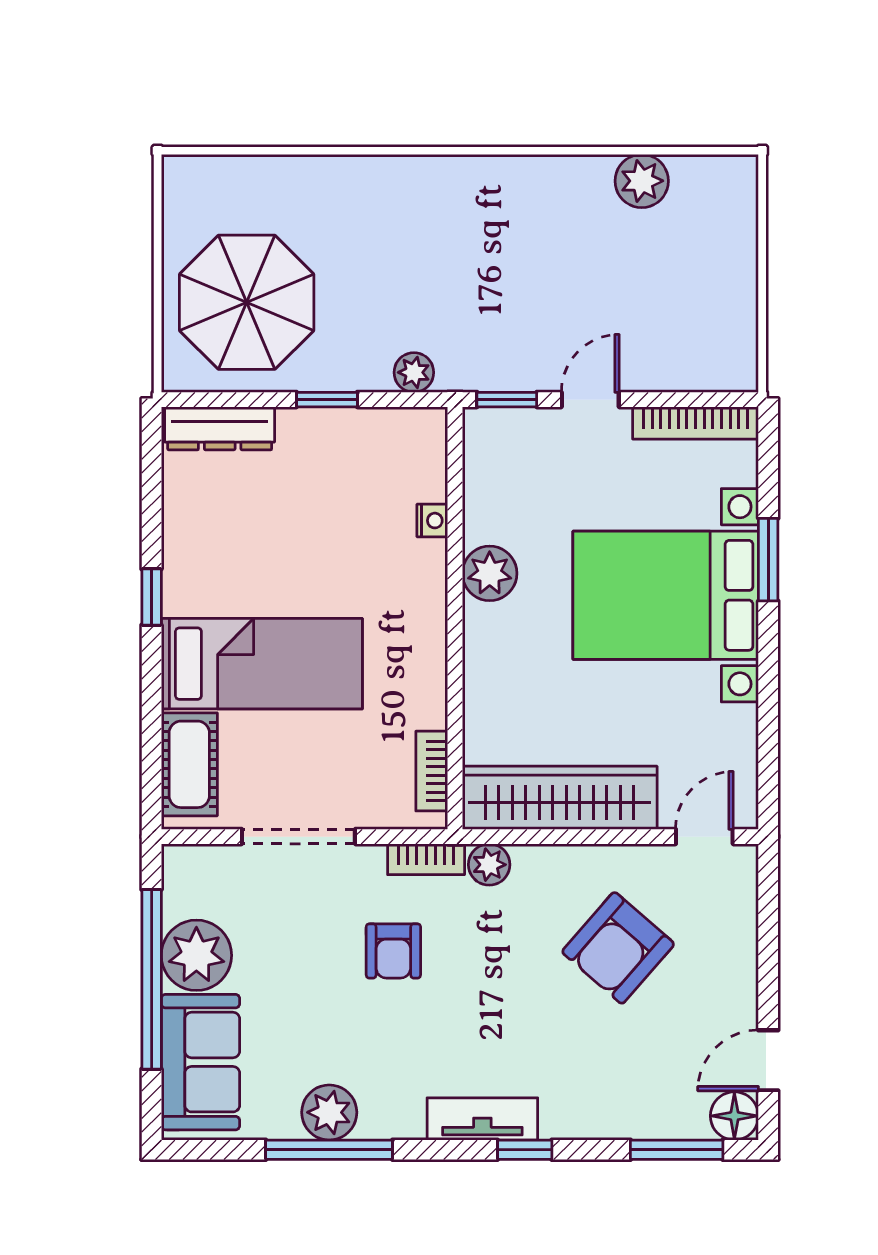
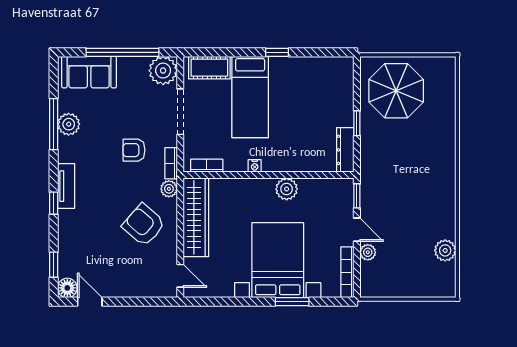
plant: (414, 372) -> (368, 252), moved
dresser: (220, 428) -> (345, 150), moved
nightstand: (432, 521) -> (255, 166), moved
armchair: (618, 948) -> (144, 225), moved
plant: (196, 955) -> (163, 71), moved
window: (677, 1150) -> (54, 265), width x0.67

